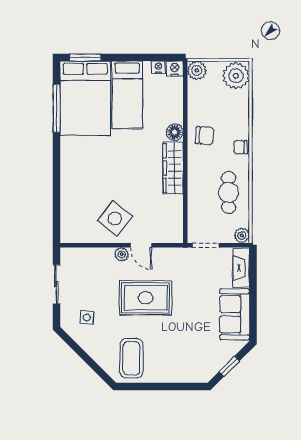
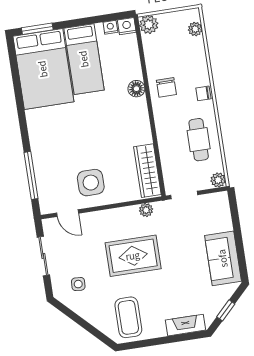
plant: (236, 76) -> (195, 29), width x0.53, depth x0.53
window: (56, 108) -> (31, 175), moved
chair: (205, 136) -> (166, 87), turned 85
wardrobe: (173, 168) -> (147, 171), moved
side table: (115, 219) -> (91, 183), turned -38
door: (141, 245) -> (68, 213), moved
plant: (122, 254) -> (146, 210), moved
fireplace: (241, 268) -> (185, 325), moved, turned 90

